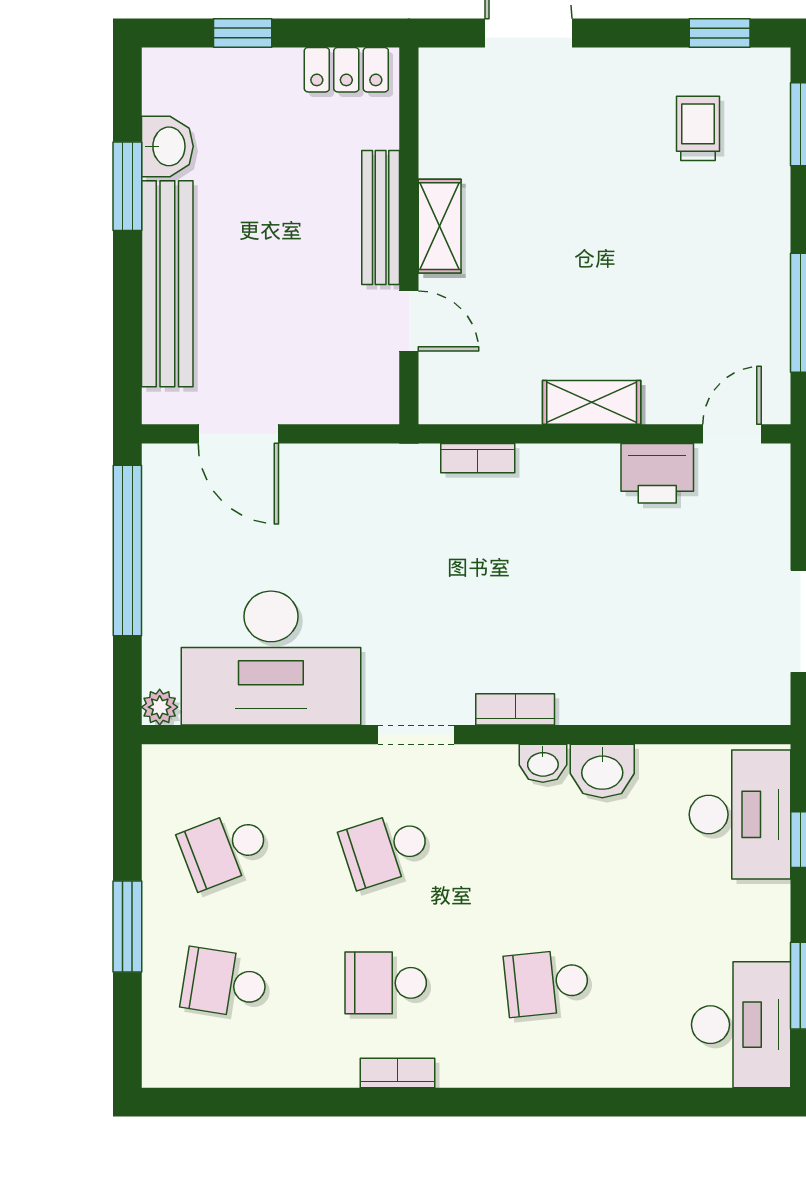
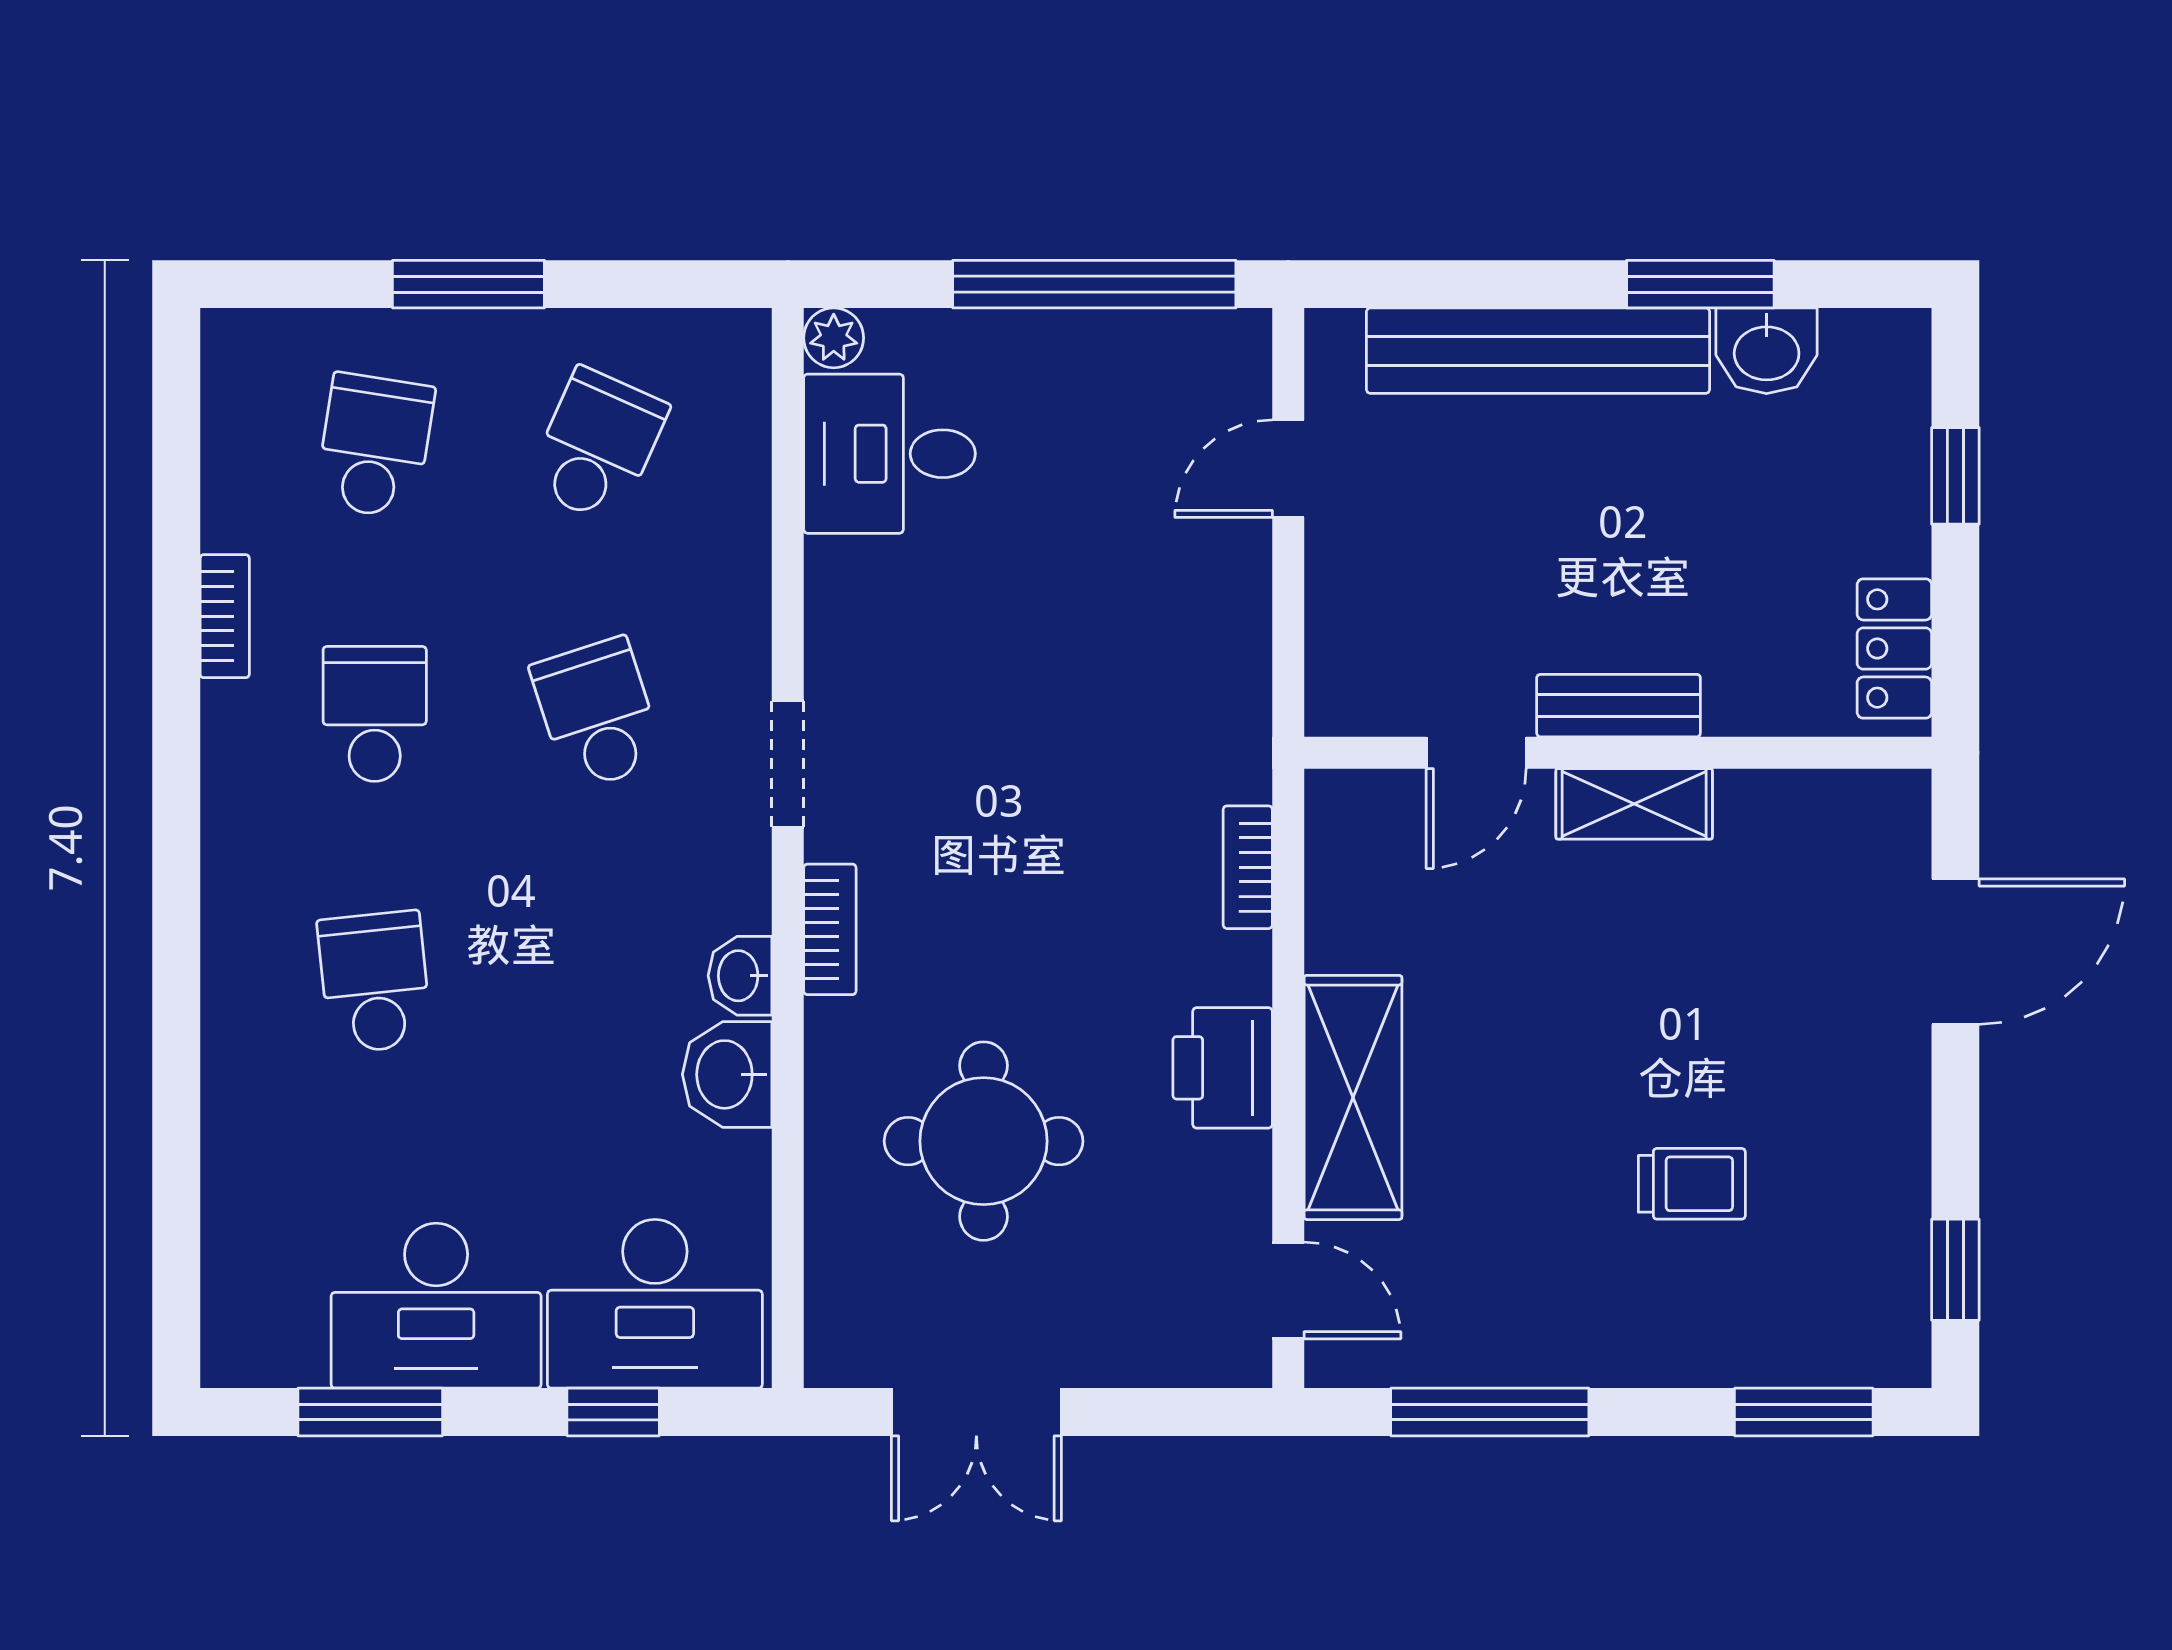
trolley: (698, 128) -> (1692, 1184), moved
bench: (381, 218) -> (1619, 706), width x0.73
shelving: (592, 402) -> (1353, 1097), width x1.50, depth x1.33
door: (238, 434) -> (1288, 469), width x0.73
printer: (657, 473) -> (1223, 1068), moved
round table: (642, 617) -> (984, 1141), added
desk: (271, 658) -> (890, 454), width x0.53, depth x0.77
school desk: (225, 849) -> (597, 446), turned 45
desk: (741, 1025) -> (436, 1306), moved
bookcase: (397, 1073) -> (225, 616), moved

